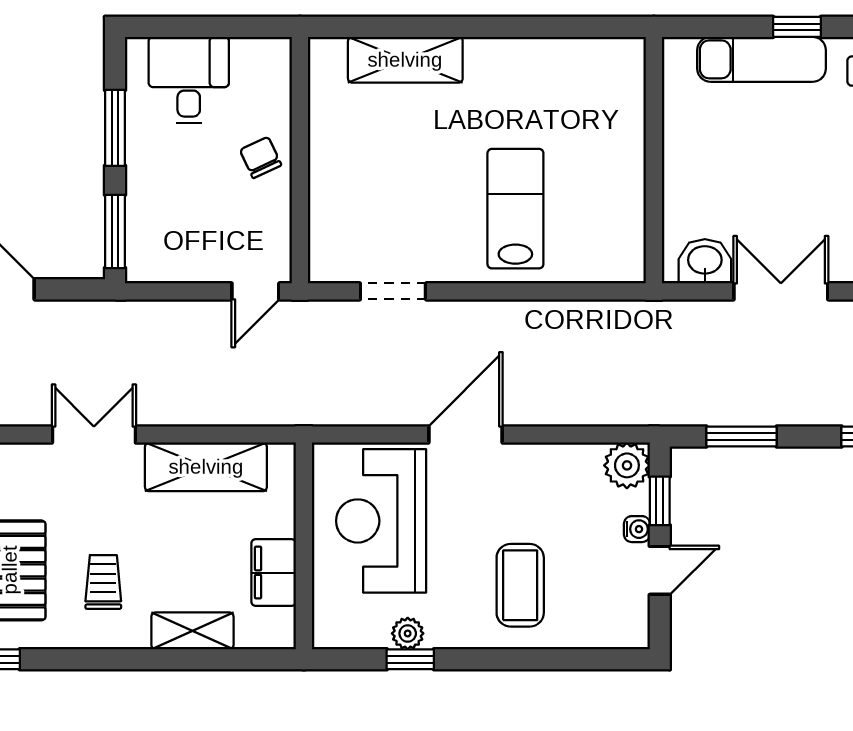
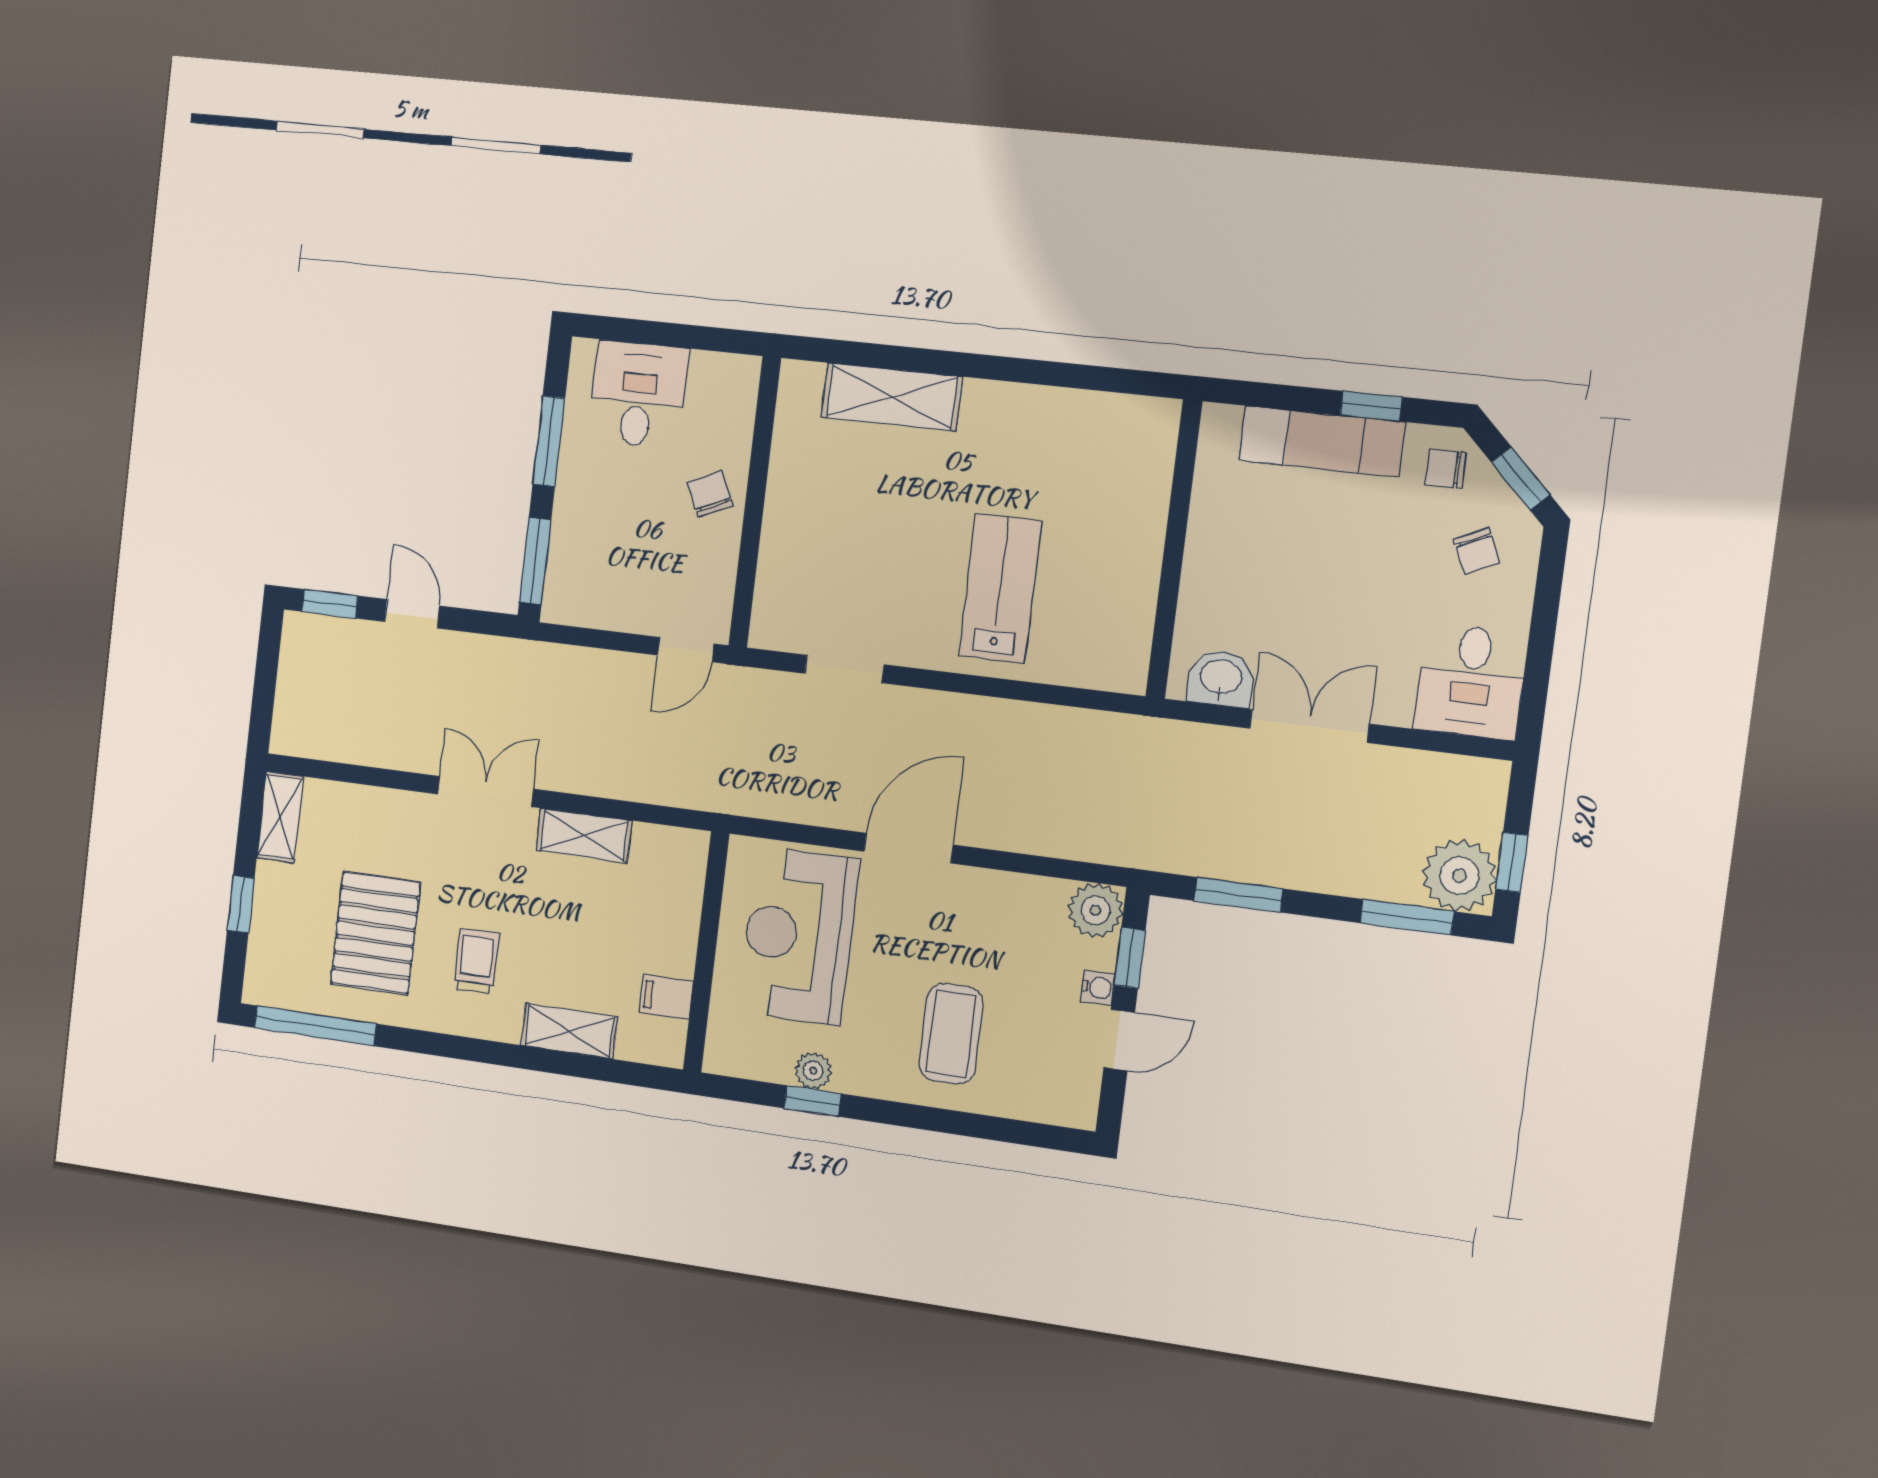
shelving: (206, 467) -> (584, 835), width x0.67, depth x0.75
filing cabinet: (274, 573) -> (666, 997), width x0.50

